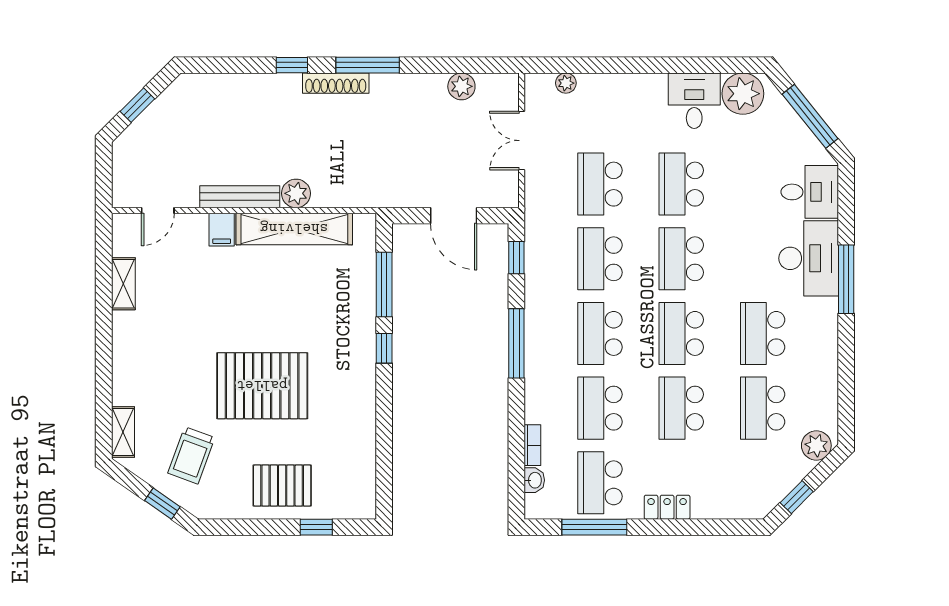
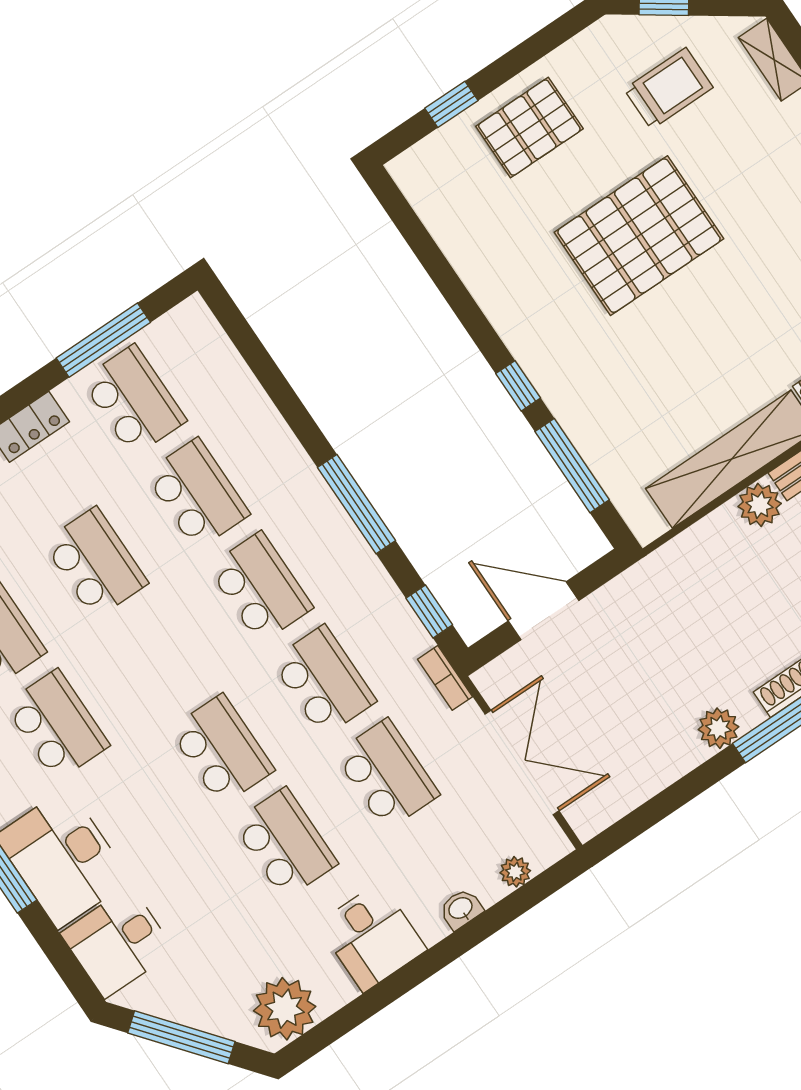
plant: (461, 86) -> (718, 728), moved
desk: (694, 101) -> (372, 937), moved
double door: (522, 141) -> (522, 762), width x1.37
school desk: (681, 333) -> (159, 656), removed
bookcase: (532, 445) -> (445, 678), moved
trolley: (191, 455) -> (669, 88), turned 70
washbasin: (534, 480) -> (461, 909), moved, turned 90

